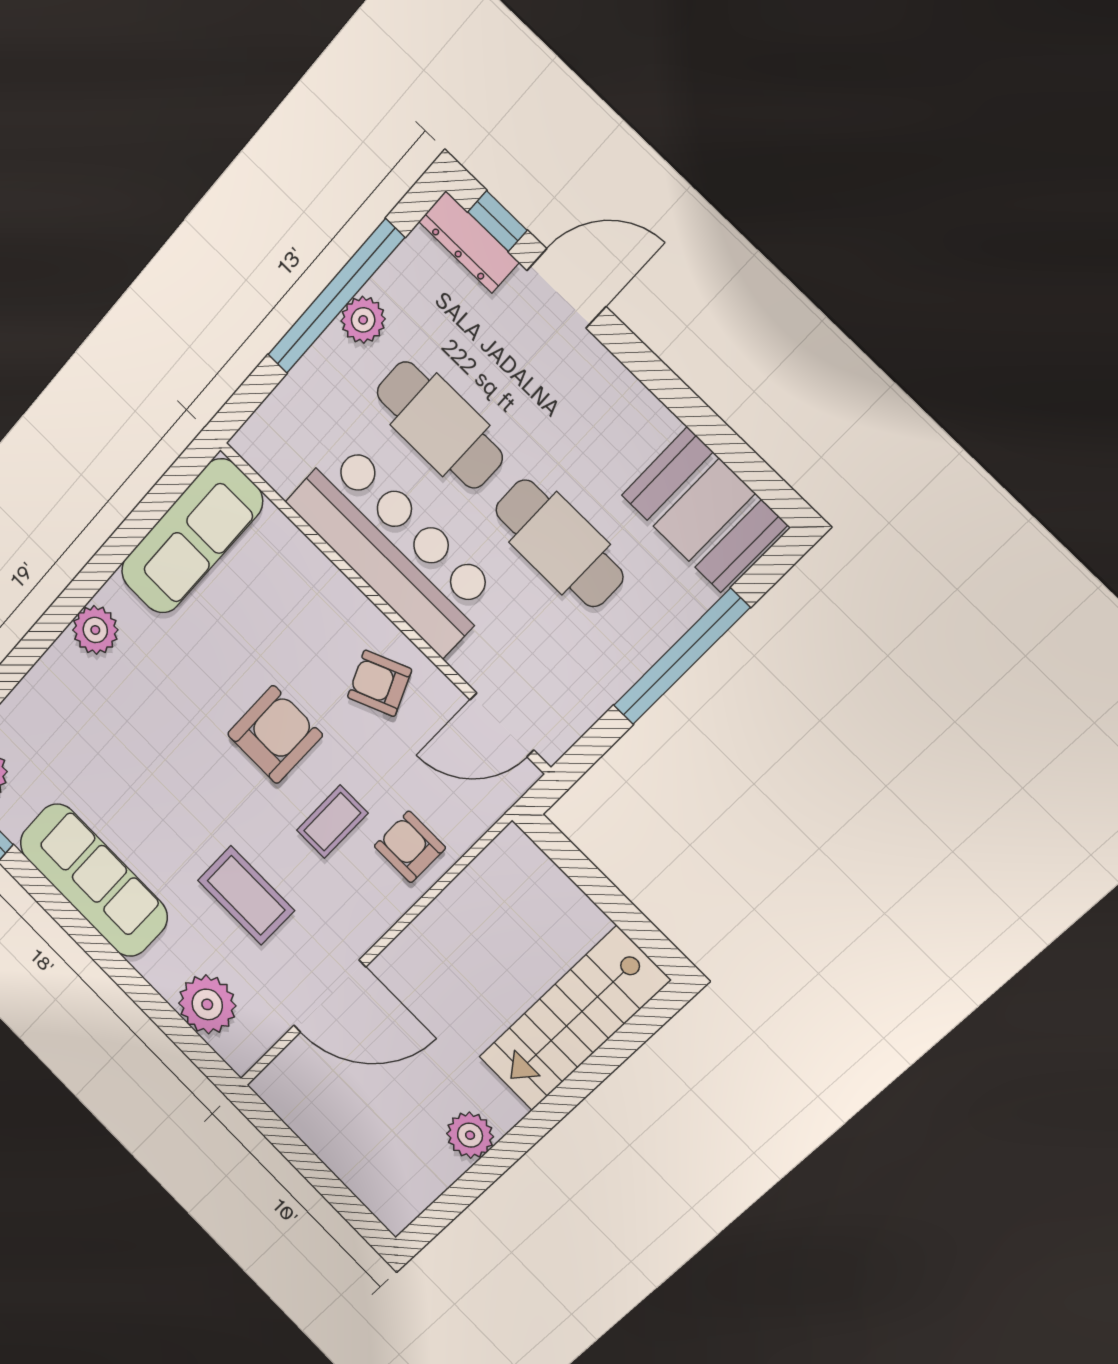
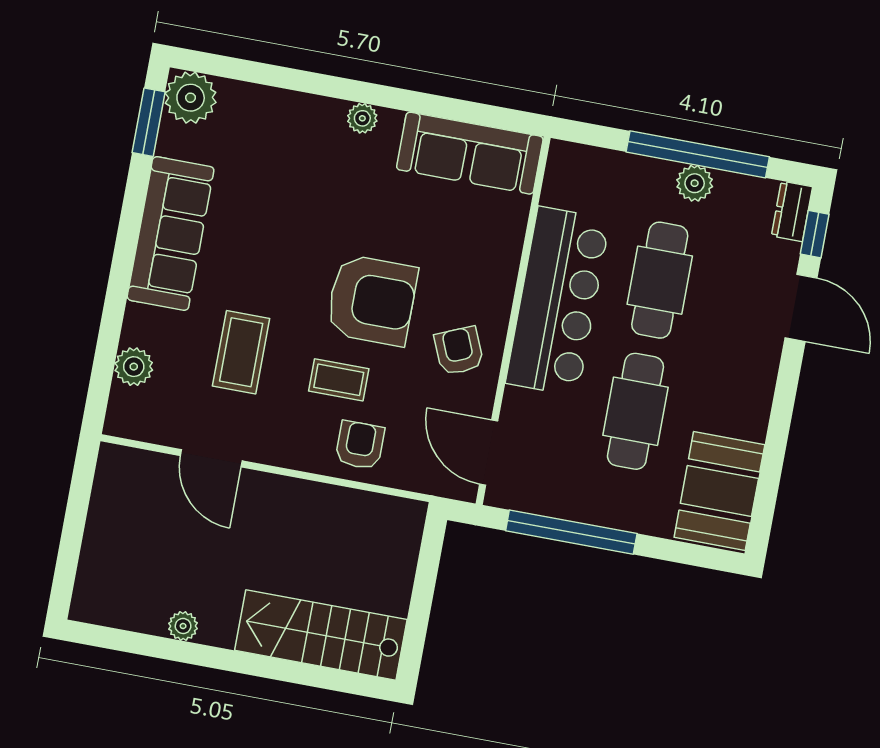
dresser: (469, 242) -> (792, 211), width x0.70
plant: (95, 630) -> (362, 118), width x0.73, depth x0.73
window: (681, 657) -> (571, 532), moved
armchair: (275, 735) -> (372, 300), width x1.36, depth x1.36
door: (329, 996) -> (211, 458), width x0.73
plant: (207, 1004) -> (134, 367), width x0.73, depth x0.73
plant: (470, 1135) -> (183, 626), width x0.73, depth x0.73

